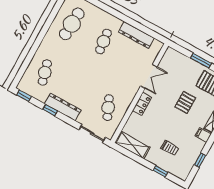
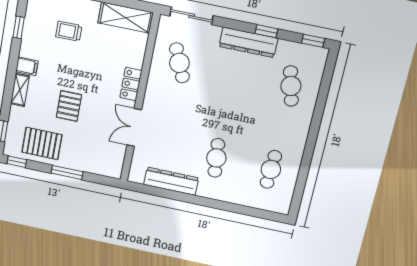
cafe table: (72, 24) -> (271, 169), width x0.73, depth x0.74

